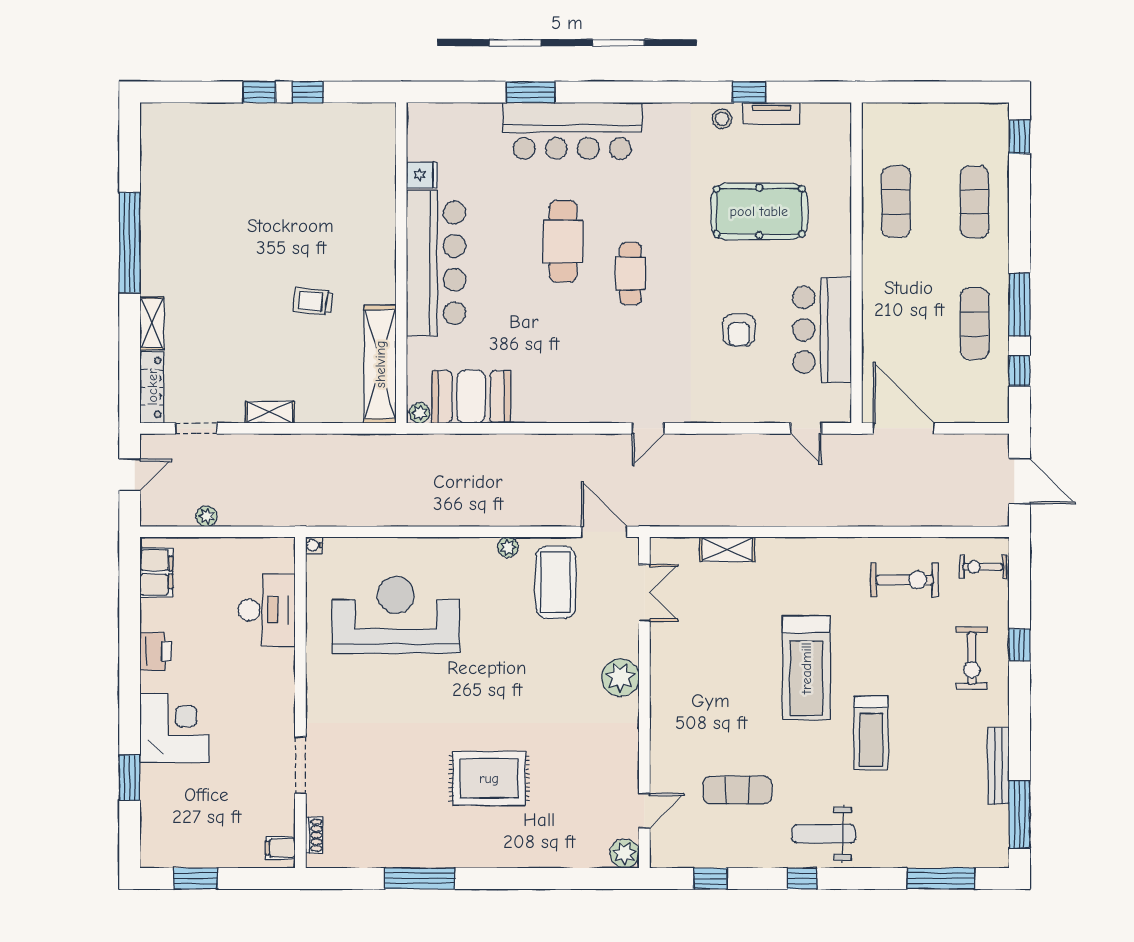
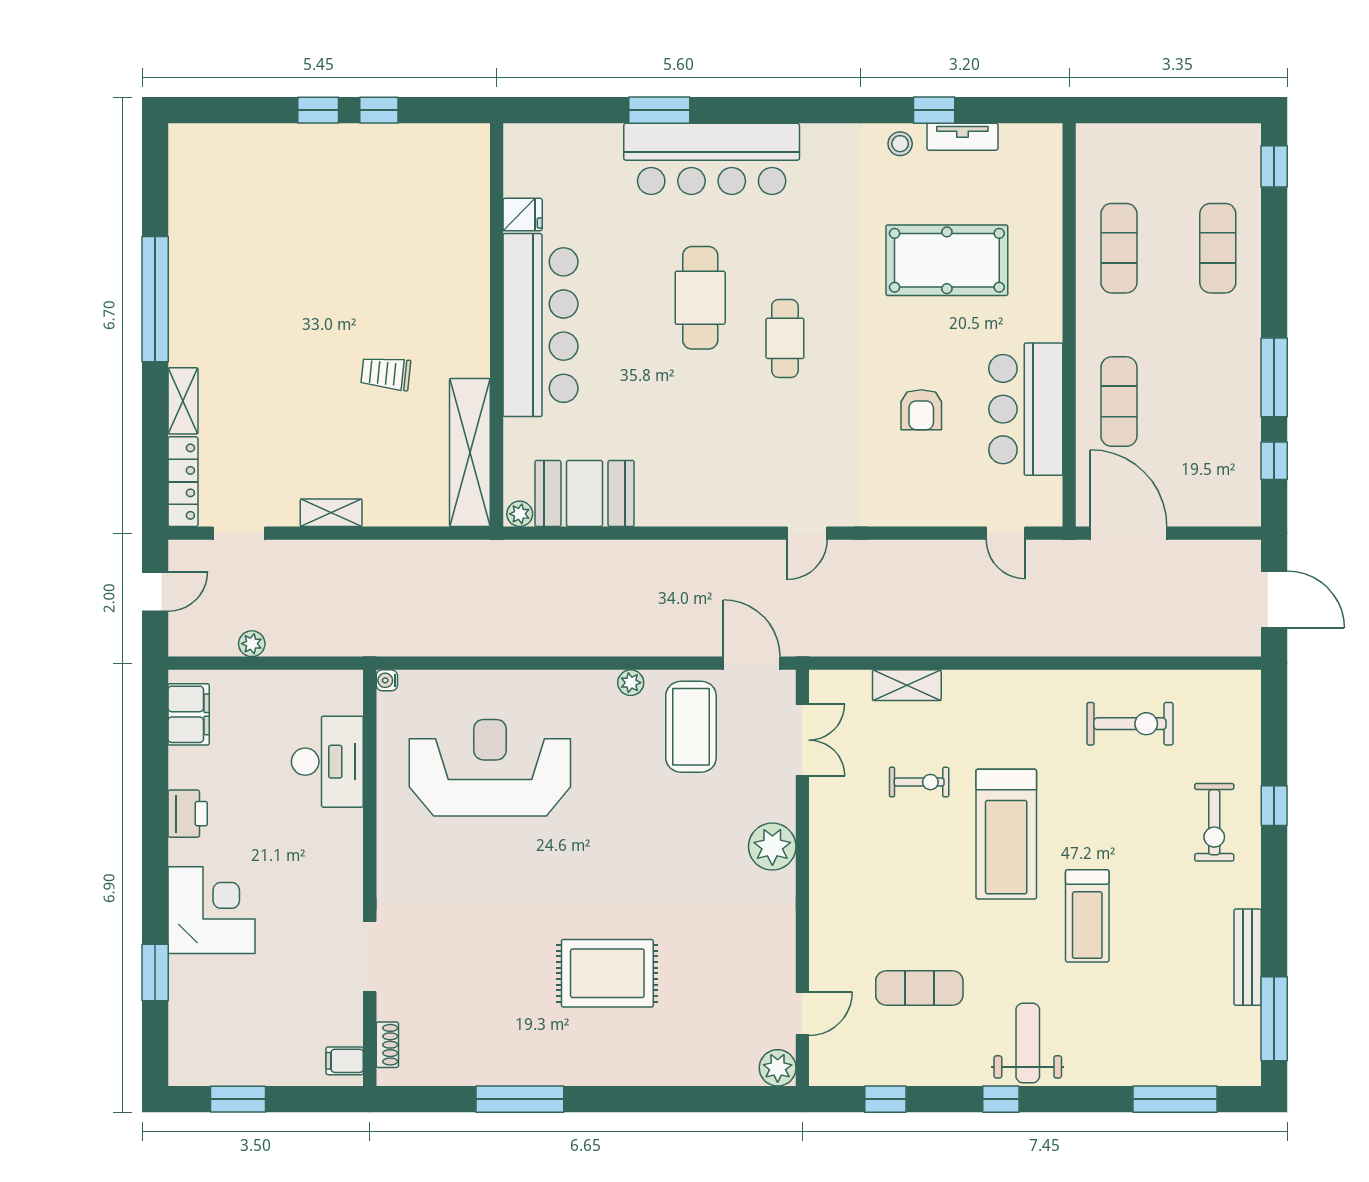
exercise mat: (975, 324) -> (1119, 402), moved
exercise bike: (983, 567) -> (919, 782), moved, turned 180
weight bench: (824, 834) -> (1028, 1043), turned 90

